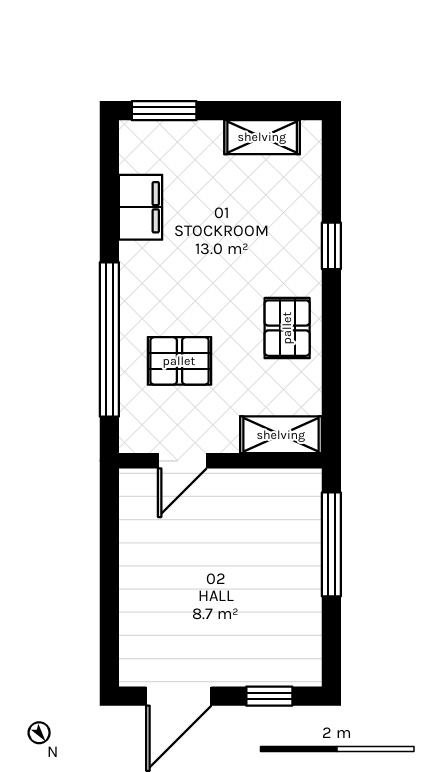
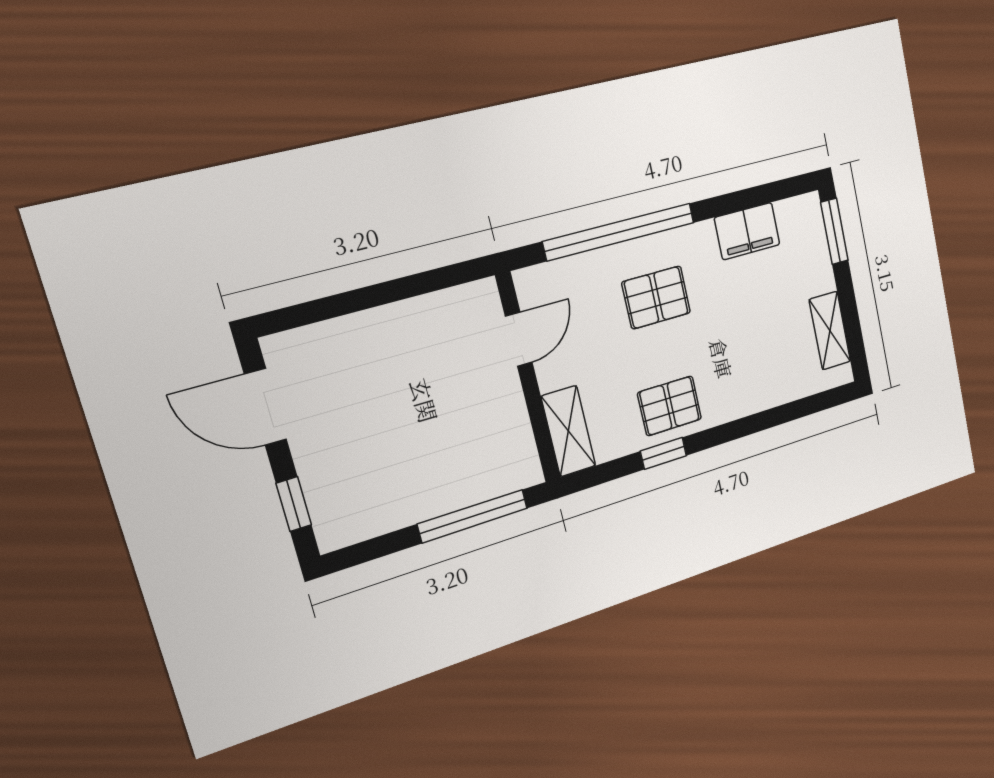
window: (331, 246) -> (664, 453), moved
pallet: (179, 361) -> (656, 297), moved, turned 90
door: (182, 461) -> (519, 339), swing flipped

